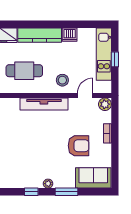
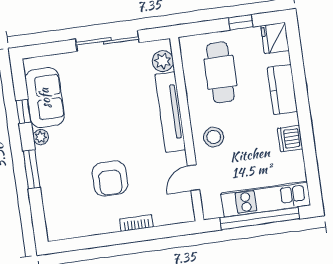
kitchen counter: (40, 35) -> (282, 90), width x0.67
window: (115, 59) -> (260, 218), width x3.17
door: (85, 96) -> (194, 178), swing flipped
plant: (105, 104) -> (163, 61), moved
sofa: (93, 178) -> (45, 98), moved

